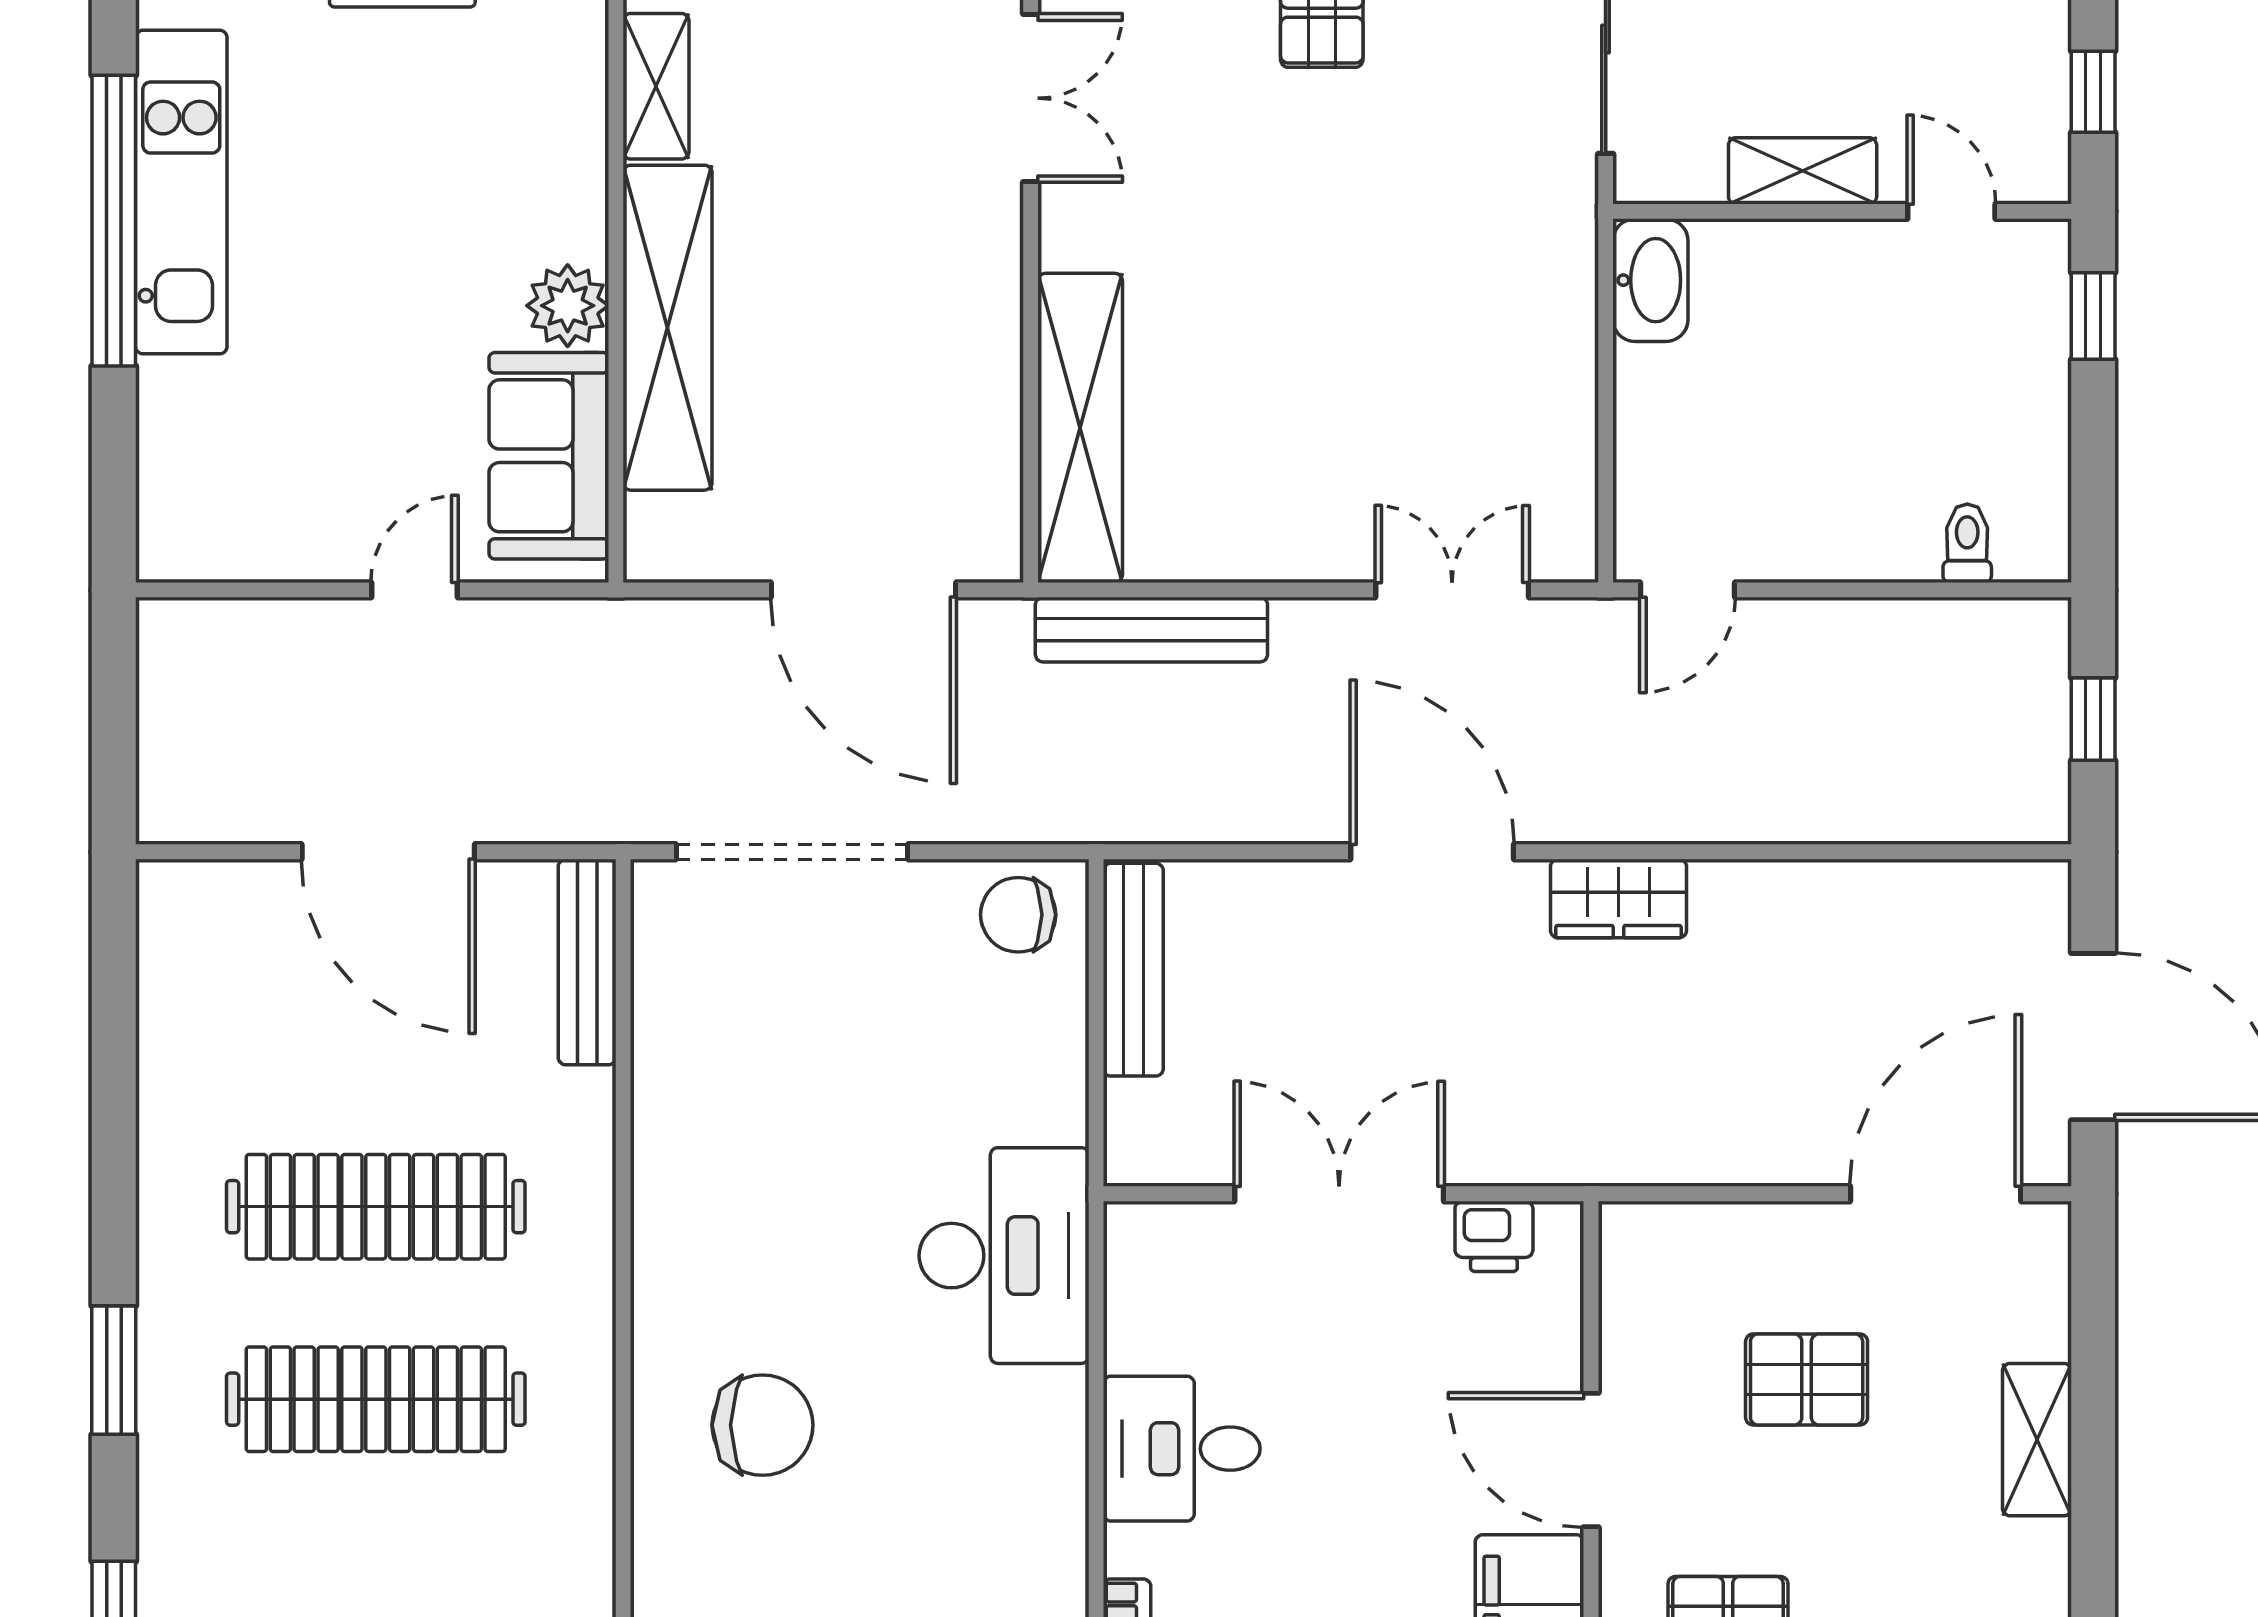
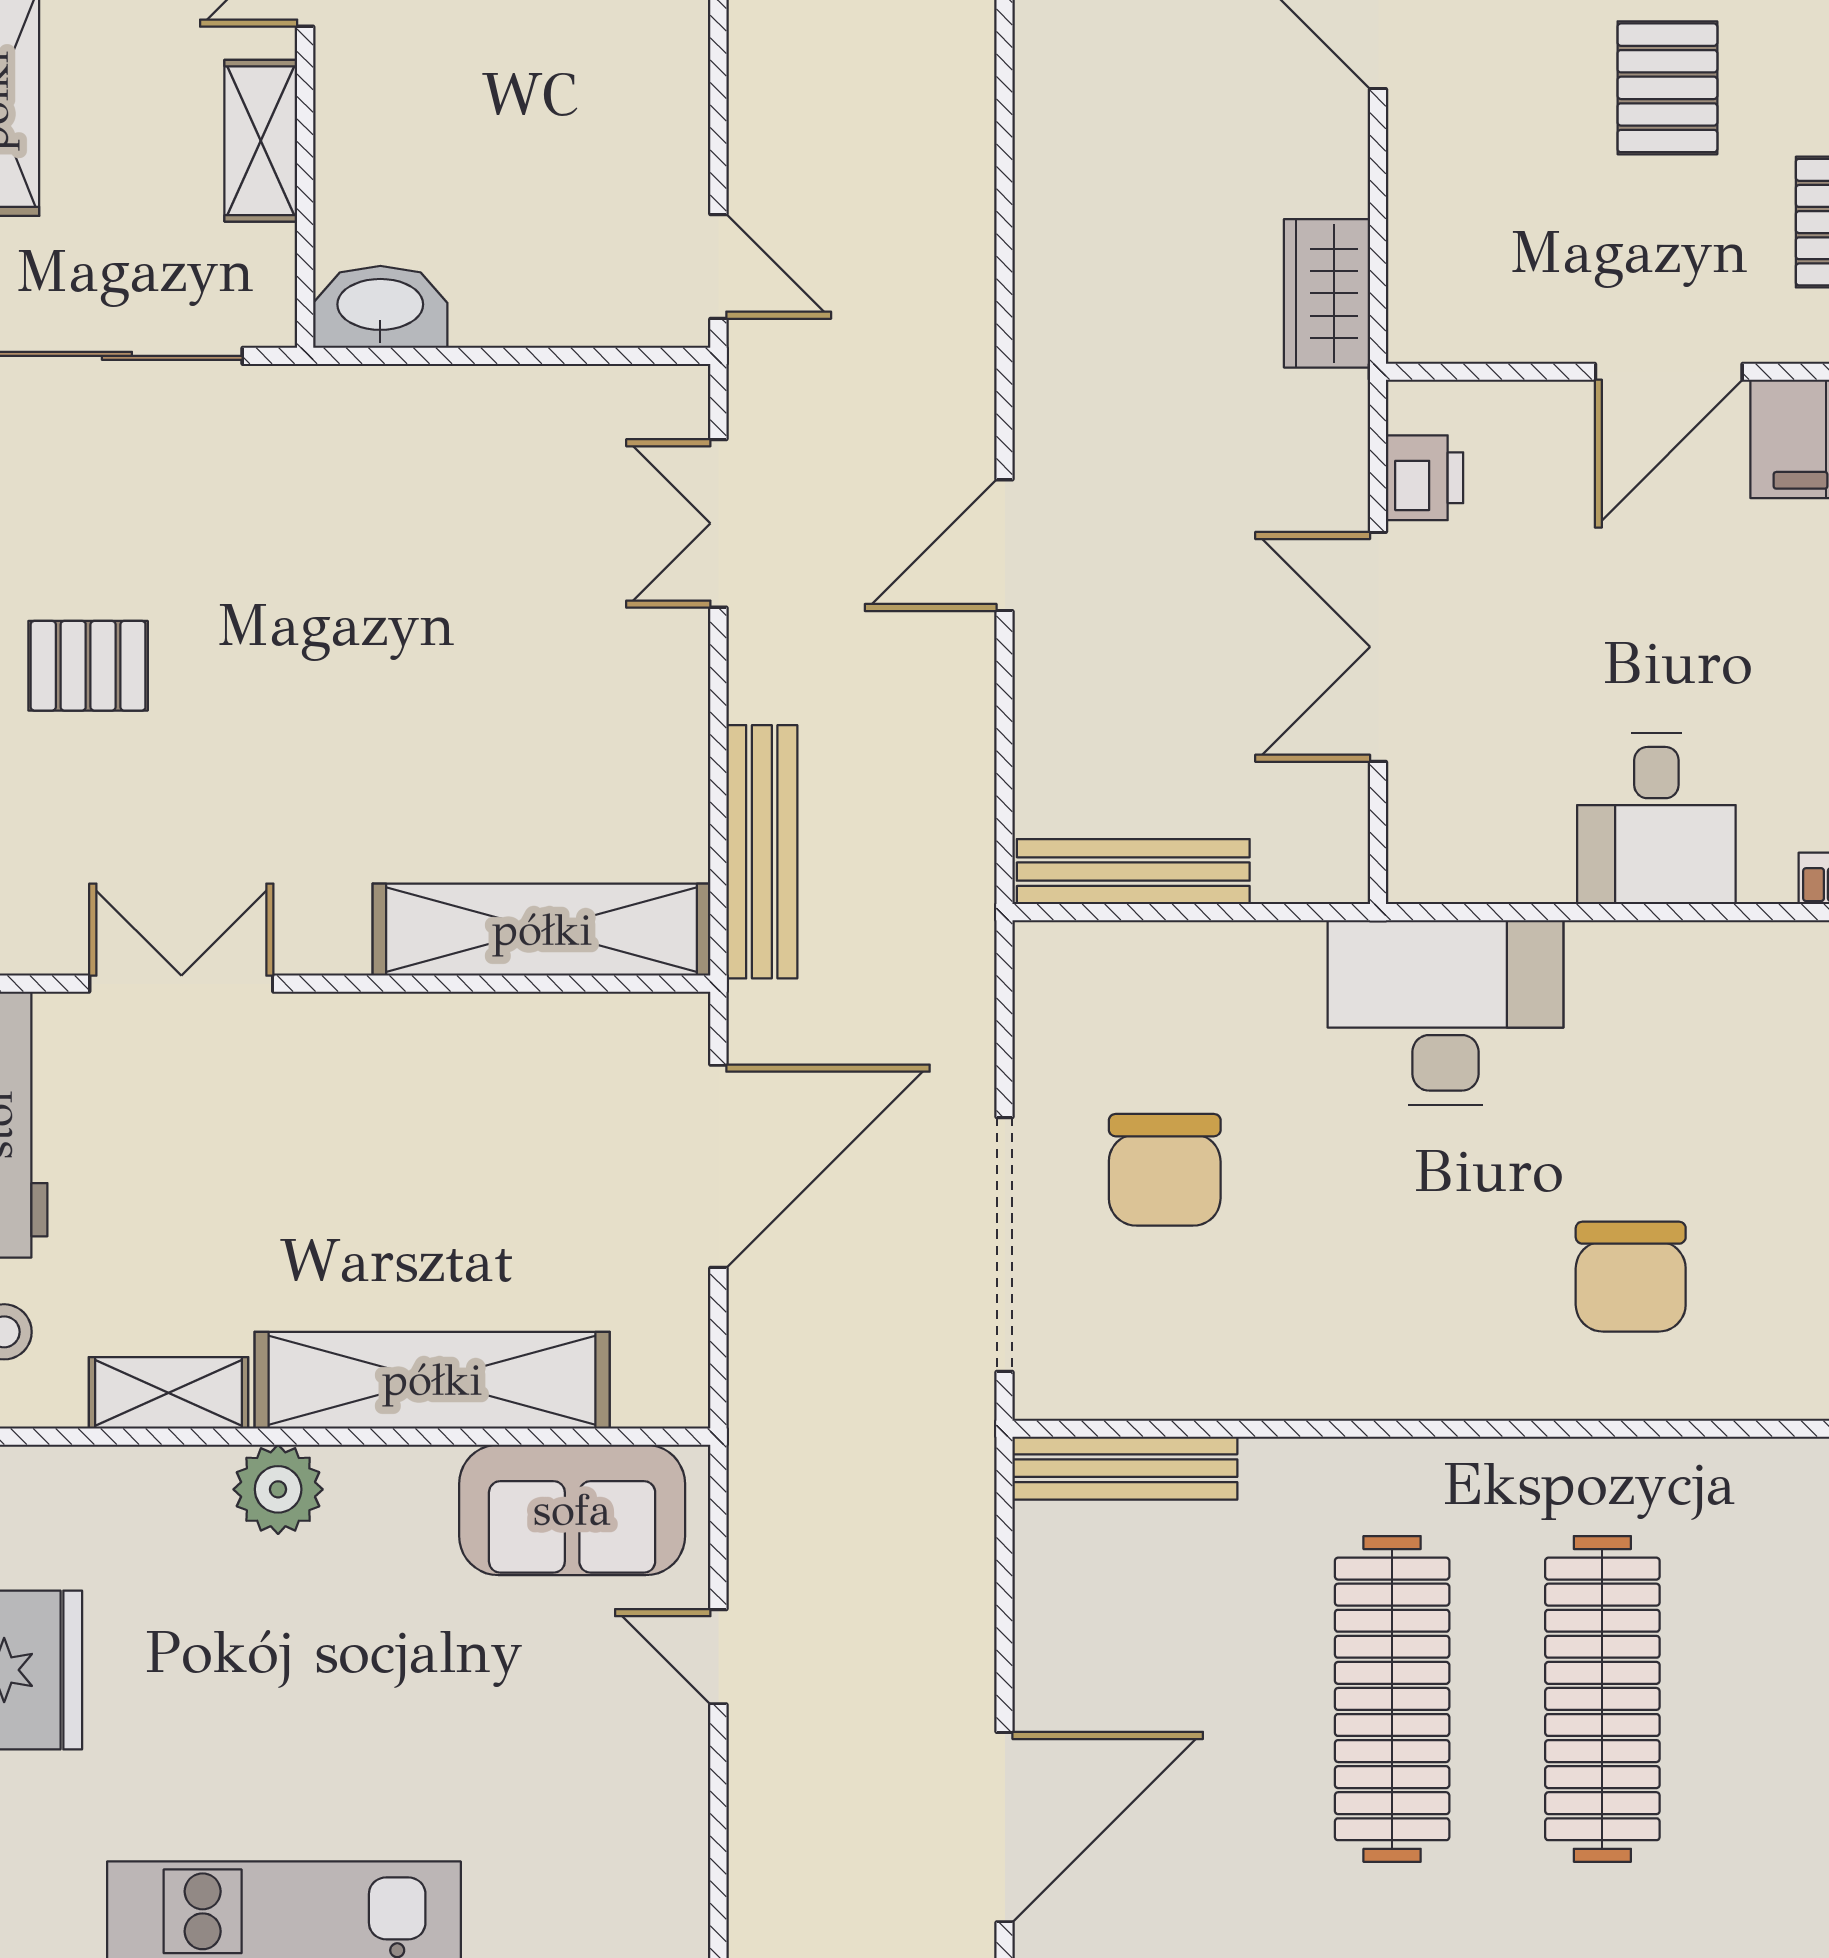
plant: (568, 306) -> (278, 1489), moved
door: (388, 852) -> (1005, 1827), moved
door: (1432, 852) -> (1005, 545), width x0.73
wardrobe: (1618, 898) -> (1327, 293), moved, turned 180
chair: (1018, 915) -> (1165, 1170), moved, width x1.37, depth x1.37
pallet: (1807, 1379) -> (1667, 88), moved
chair: (762, 1425) -> (1631, 1277), turned 180

